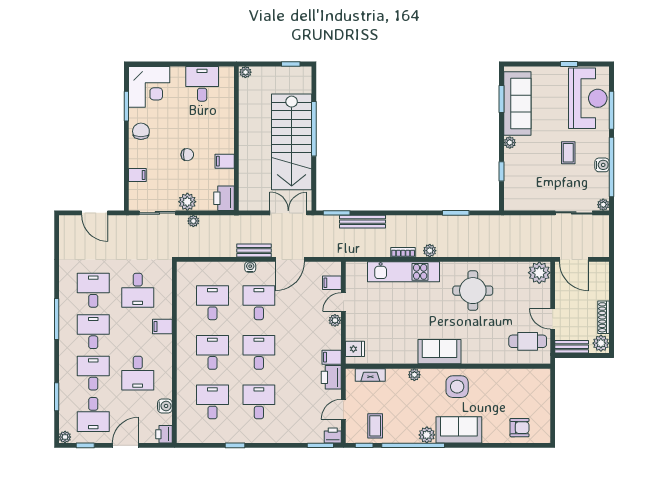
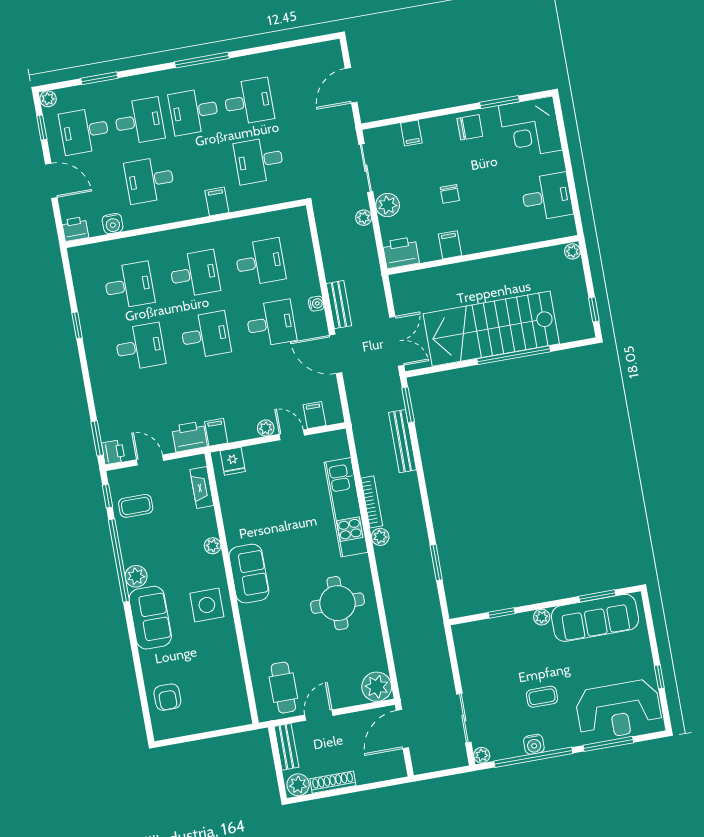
bookcase: (403, 252) -> (372, 502), width x1.56
desk: (93, 332) -> (194, 111), turned 180

